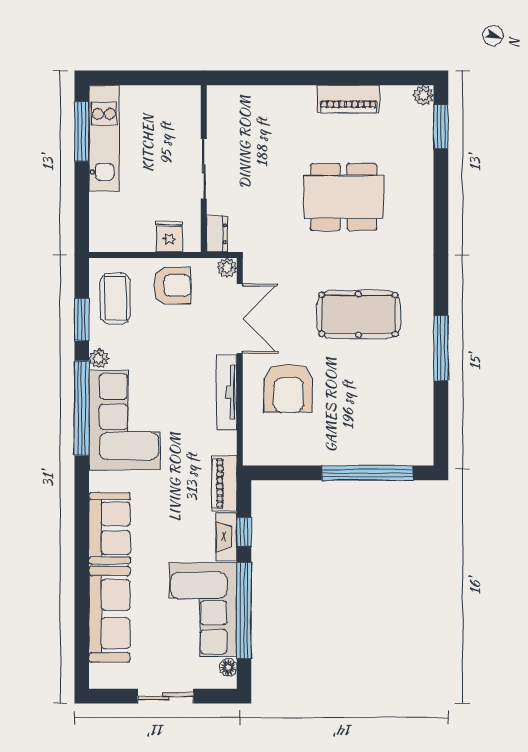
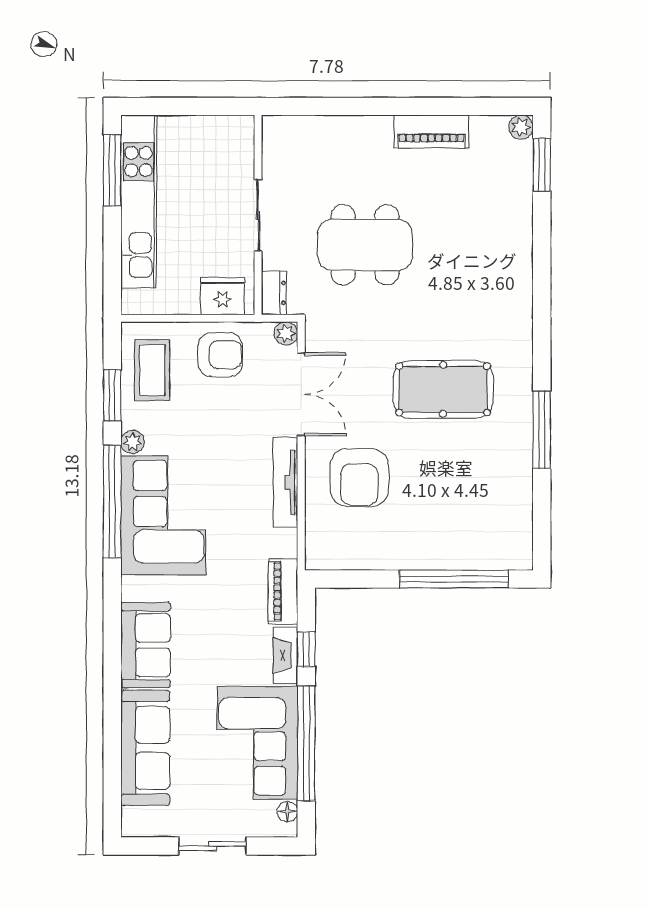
kitchen unit: (104, 138) -> (139, 201), width x1.36
dining table: (344, 197) -> (365, 245), moved
fridge: (169, 237) -> (223, 296), width x1.38

